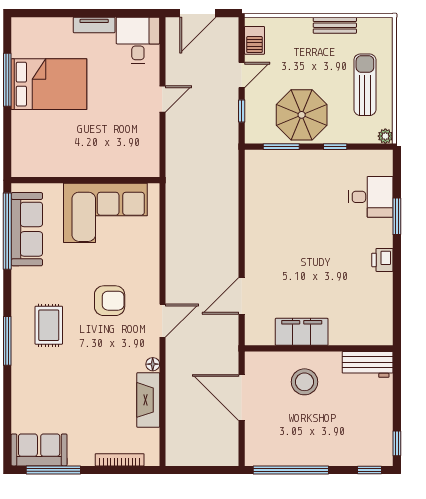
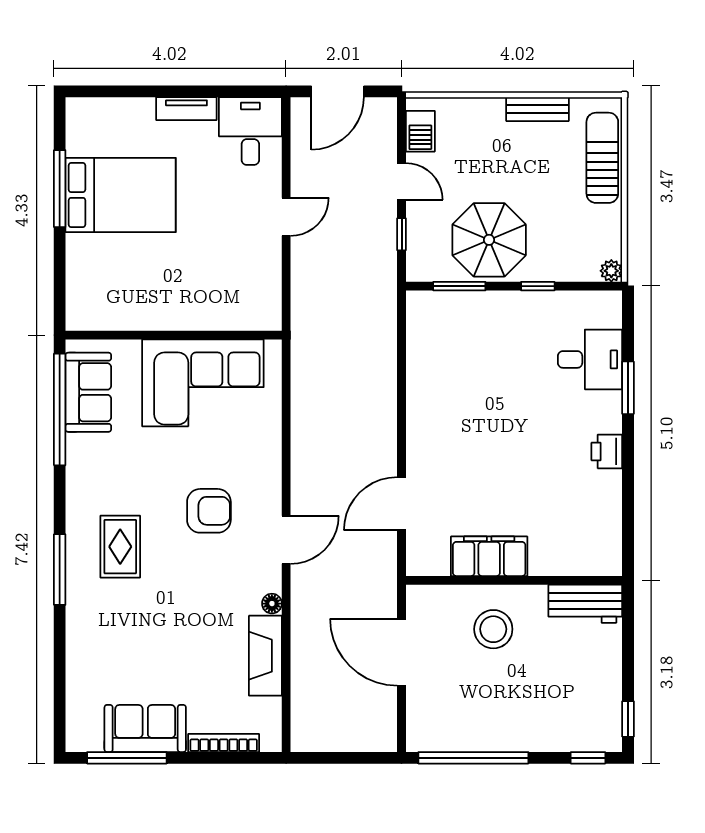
door: (242, 75) -> (402, 182), hinge flipped
sun lounger: (365, 85) -> (602, 158), moved
sofa: (27, 229) -> (88, 392), width x0.73
sofa: (39, 450) -> (145, 728), moved

